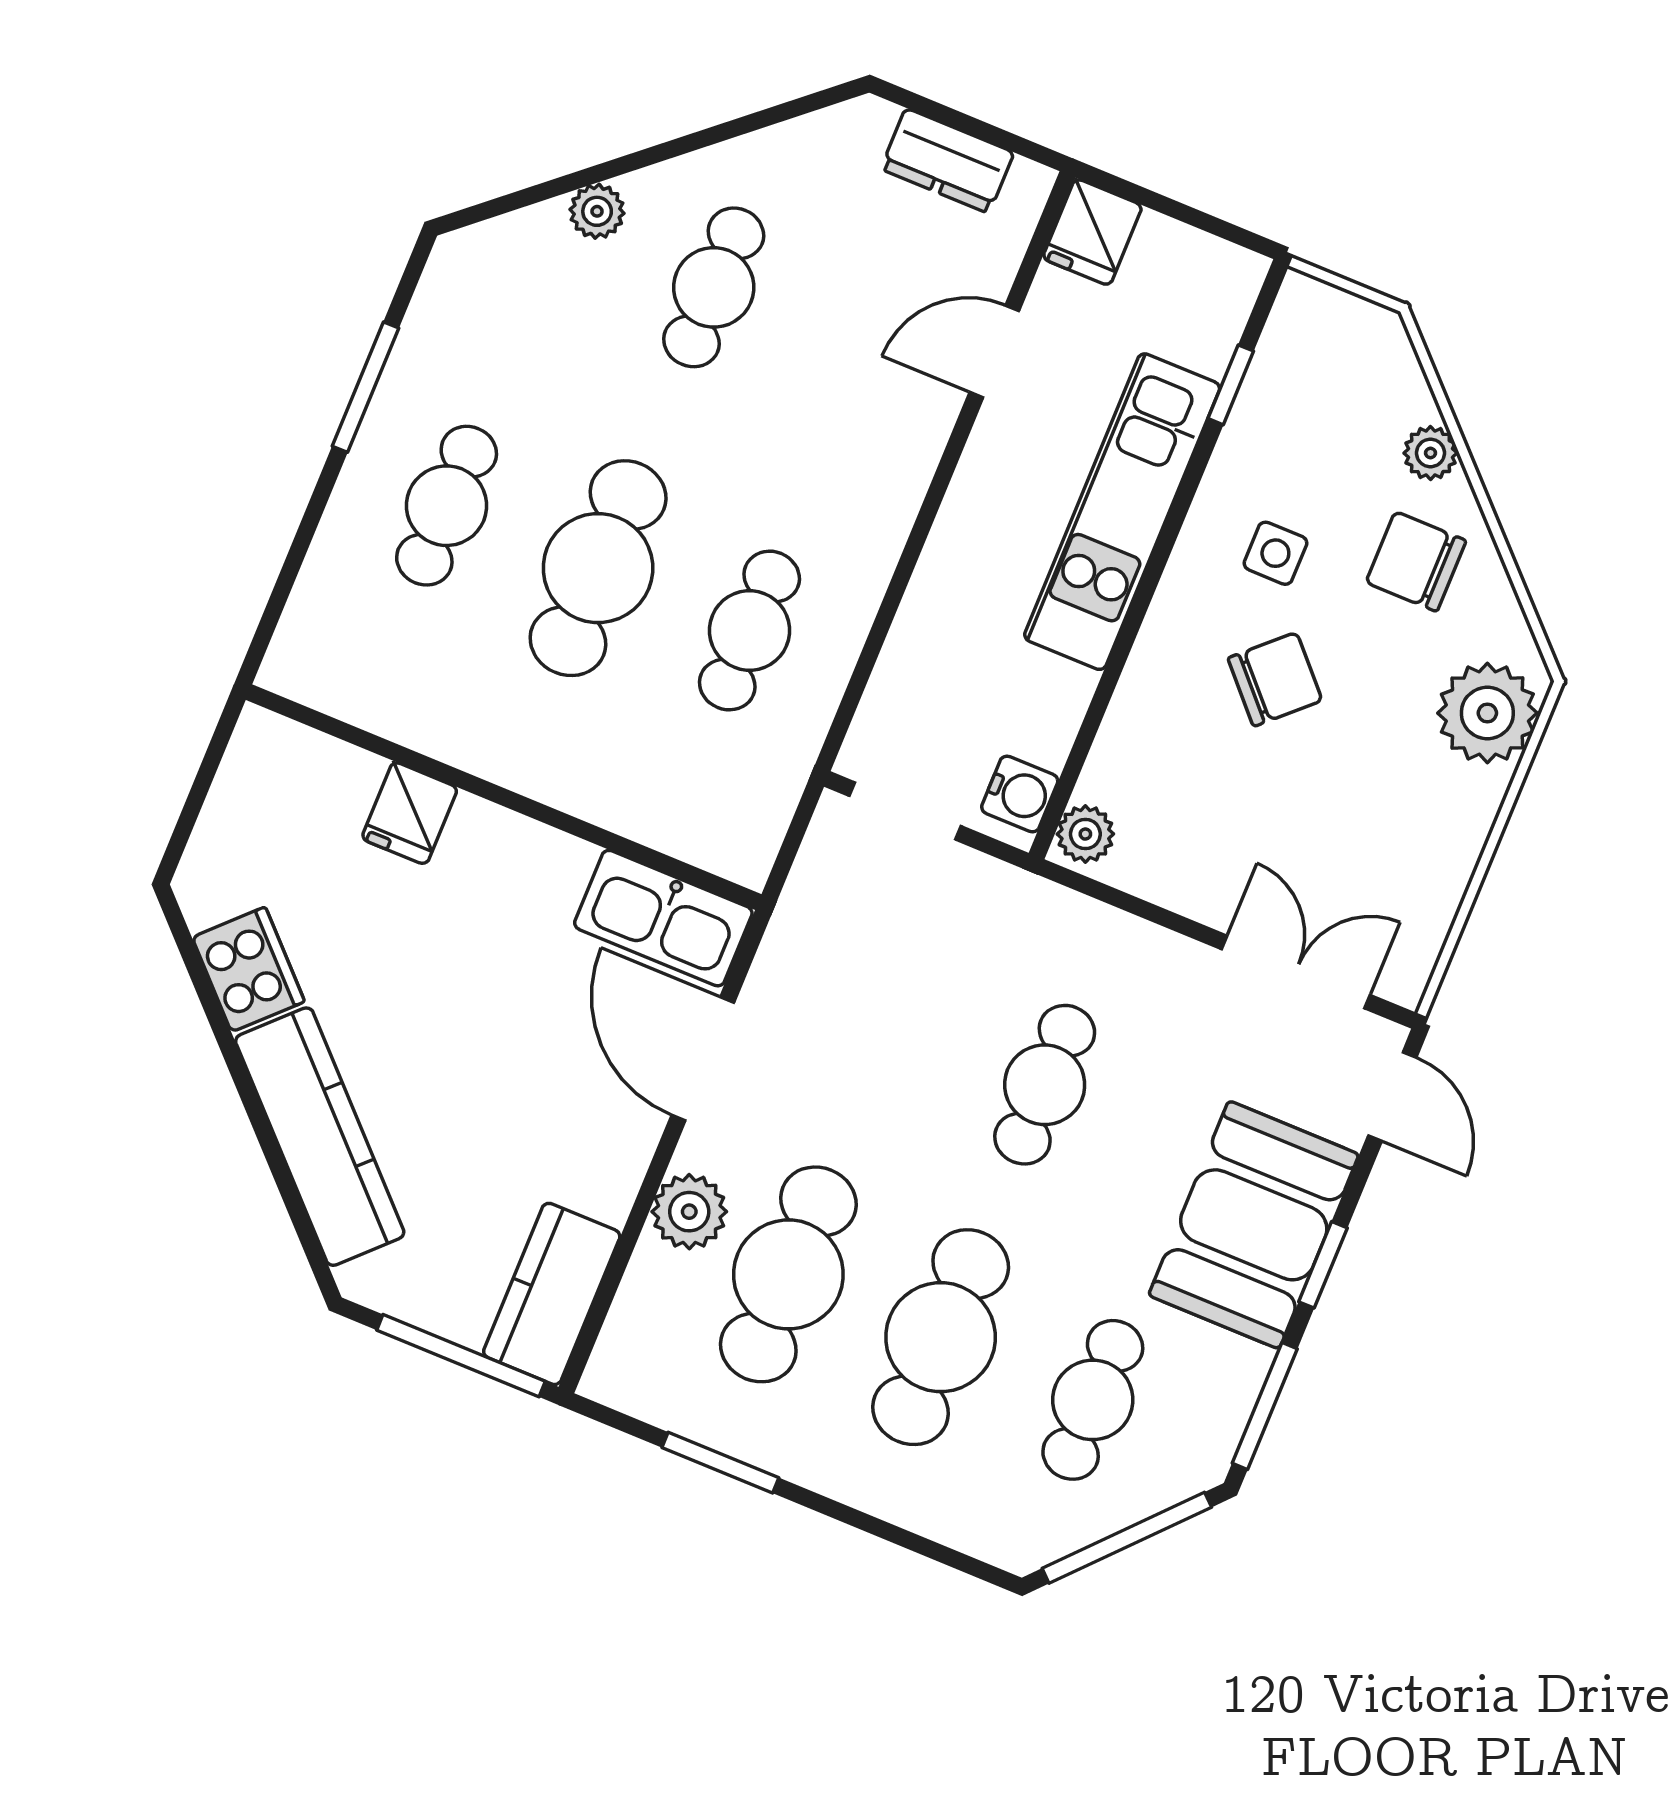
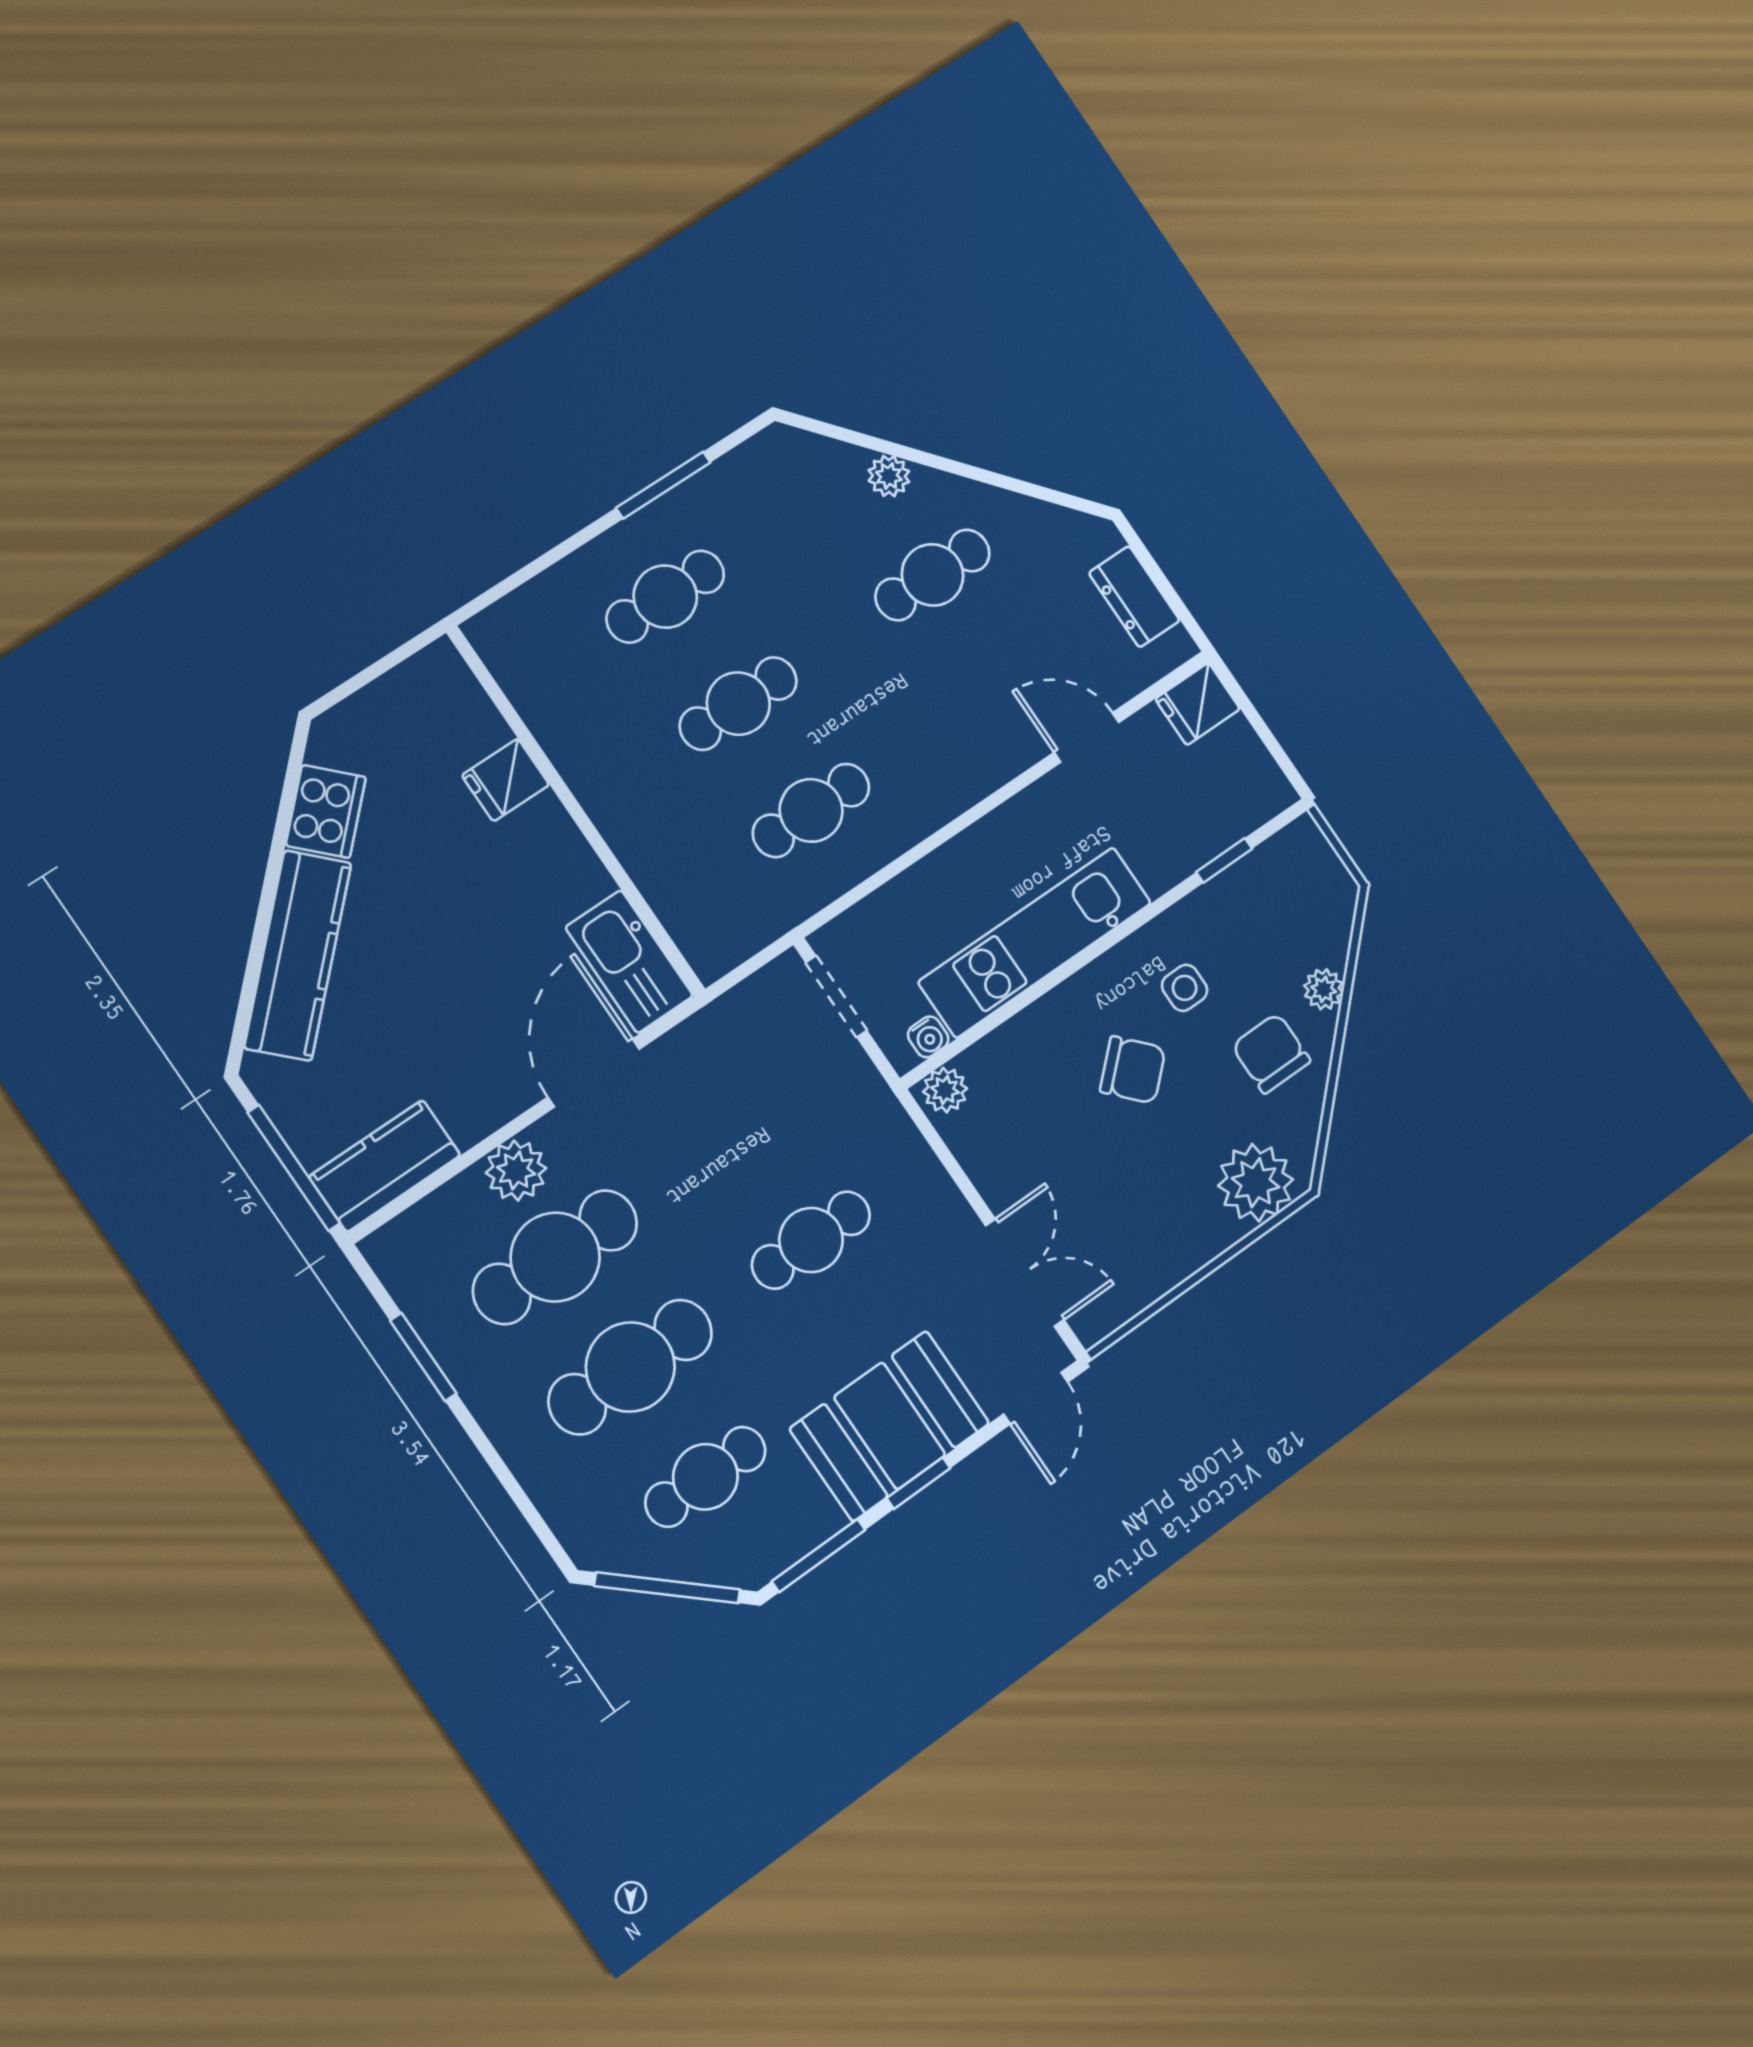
kitchen unit: (1122, 512) -> (1035, 942), moved
cafe table: (598, 568) -> (738, 704), width x0.73, depth x0.74
water cooler: (1020, 794) -> (928, 1037), width x0.72, depth x0.72

